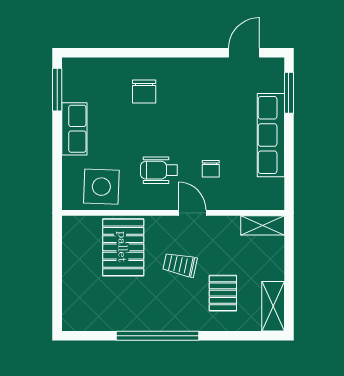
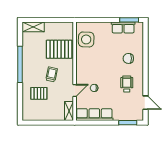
row of seats: (74, 129) -> (123, 27), moved
row of seats: (271, 135) -> (94, 115), moved
wheelchair: (159, 170) -> (127, 84), moved
door: (192, 213) -> (75, 91), moved
shelving: (273, 306) -> (33, 27), moved

